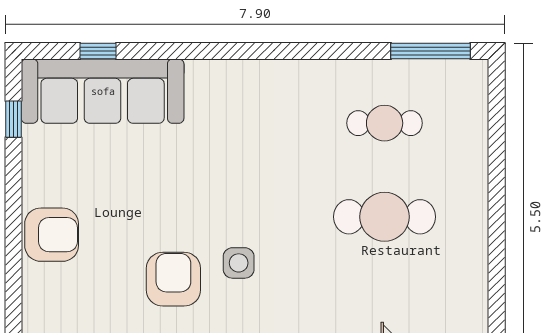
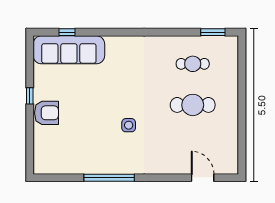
window: (431, 51) -> (213, 32), width x0.69
window: (13, 119) -> (30, 96), moved
armchair: (173, 279) -> (100, 132), removed

